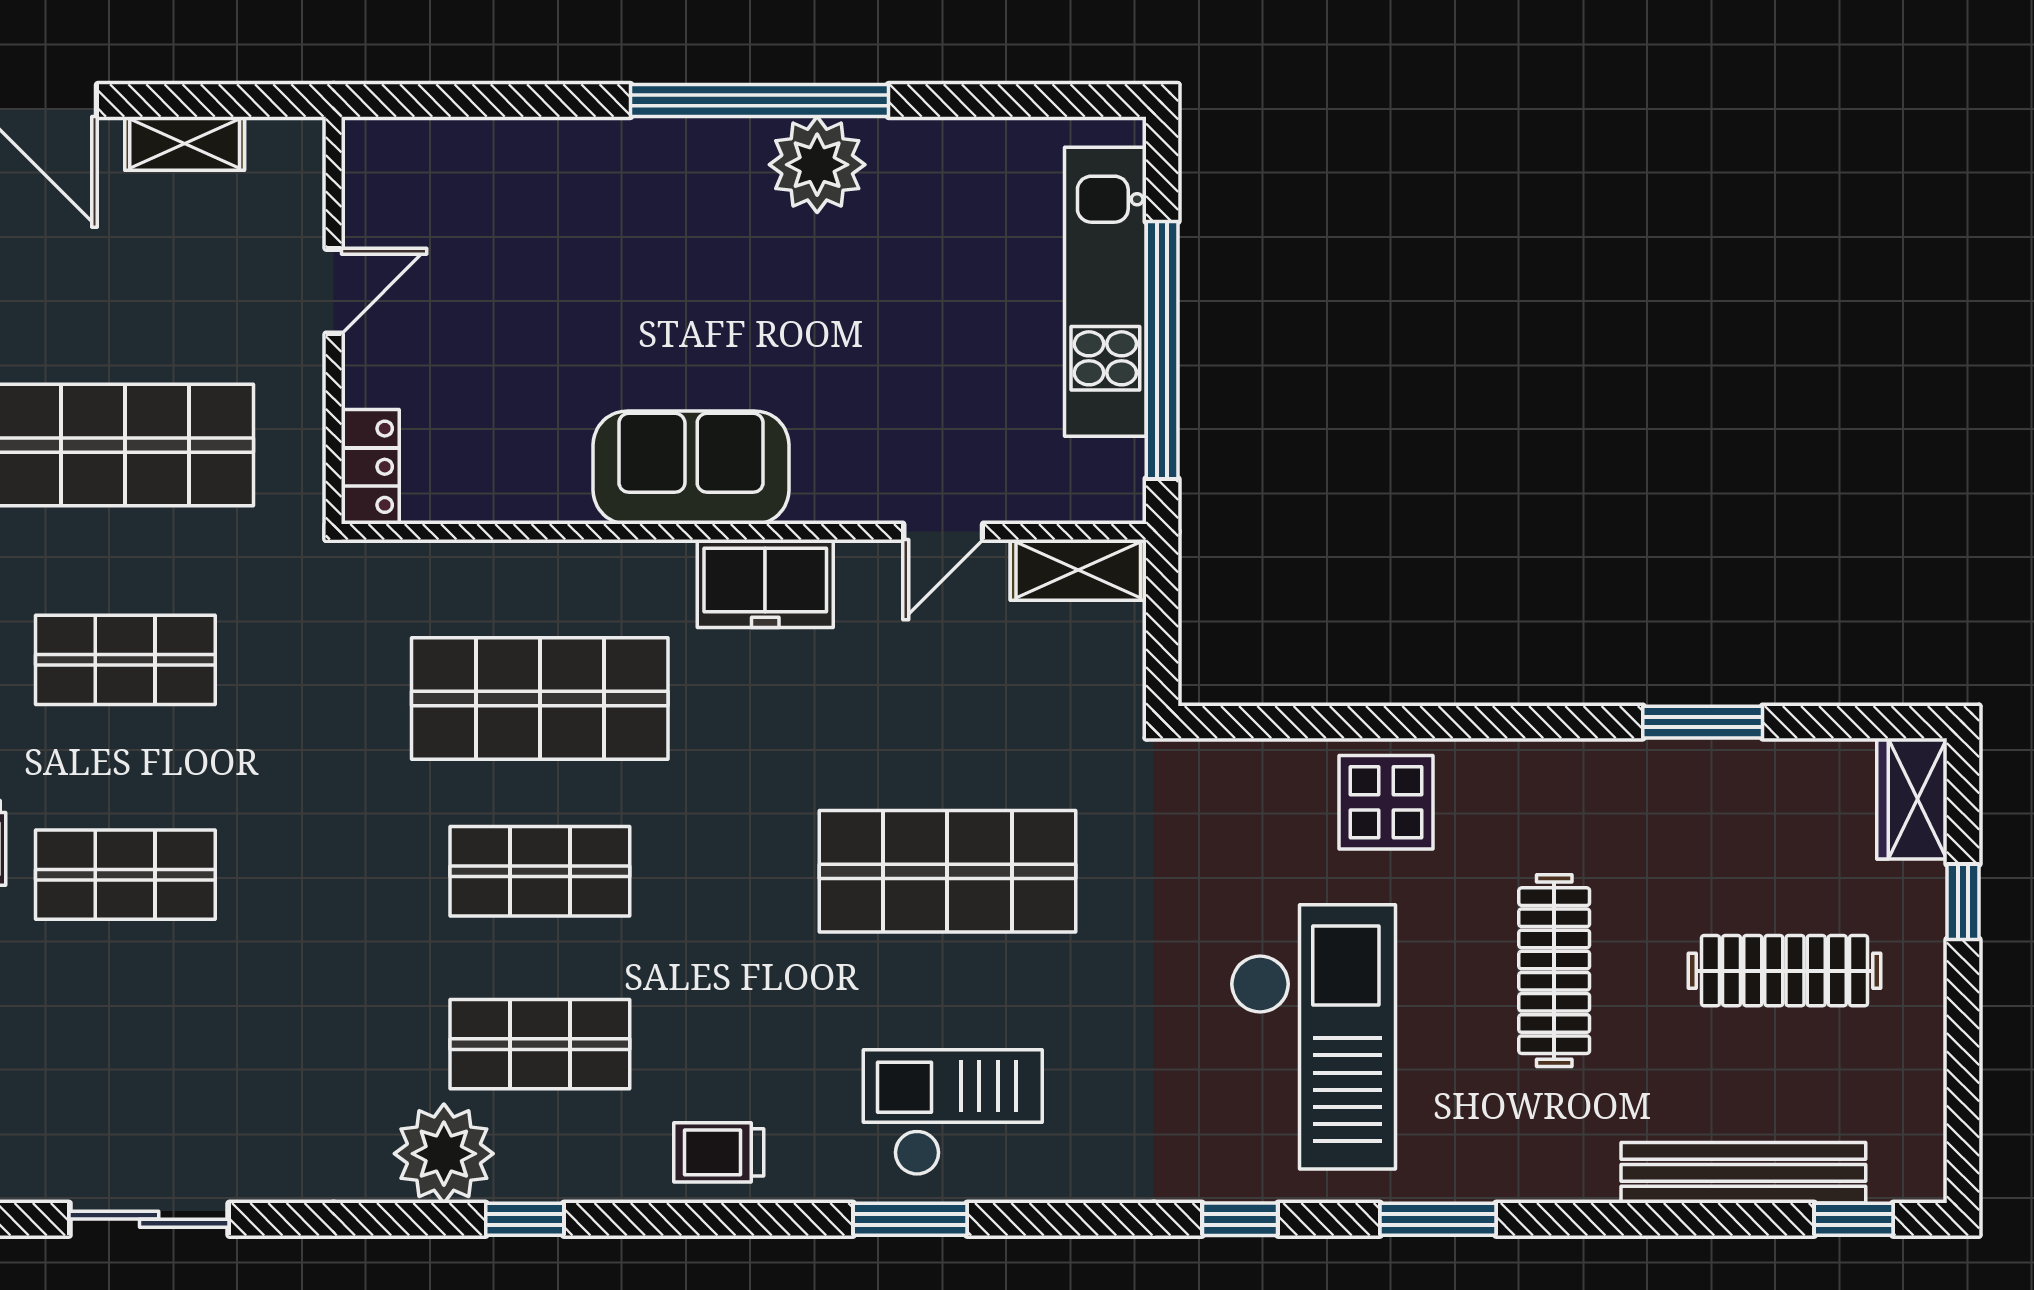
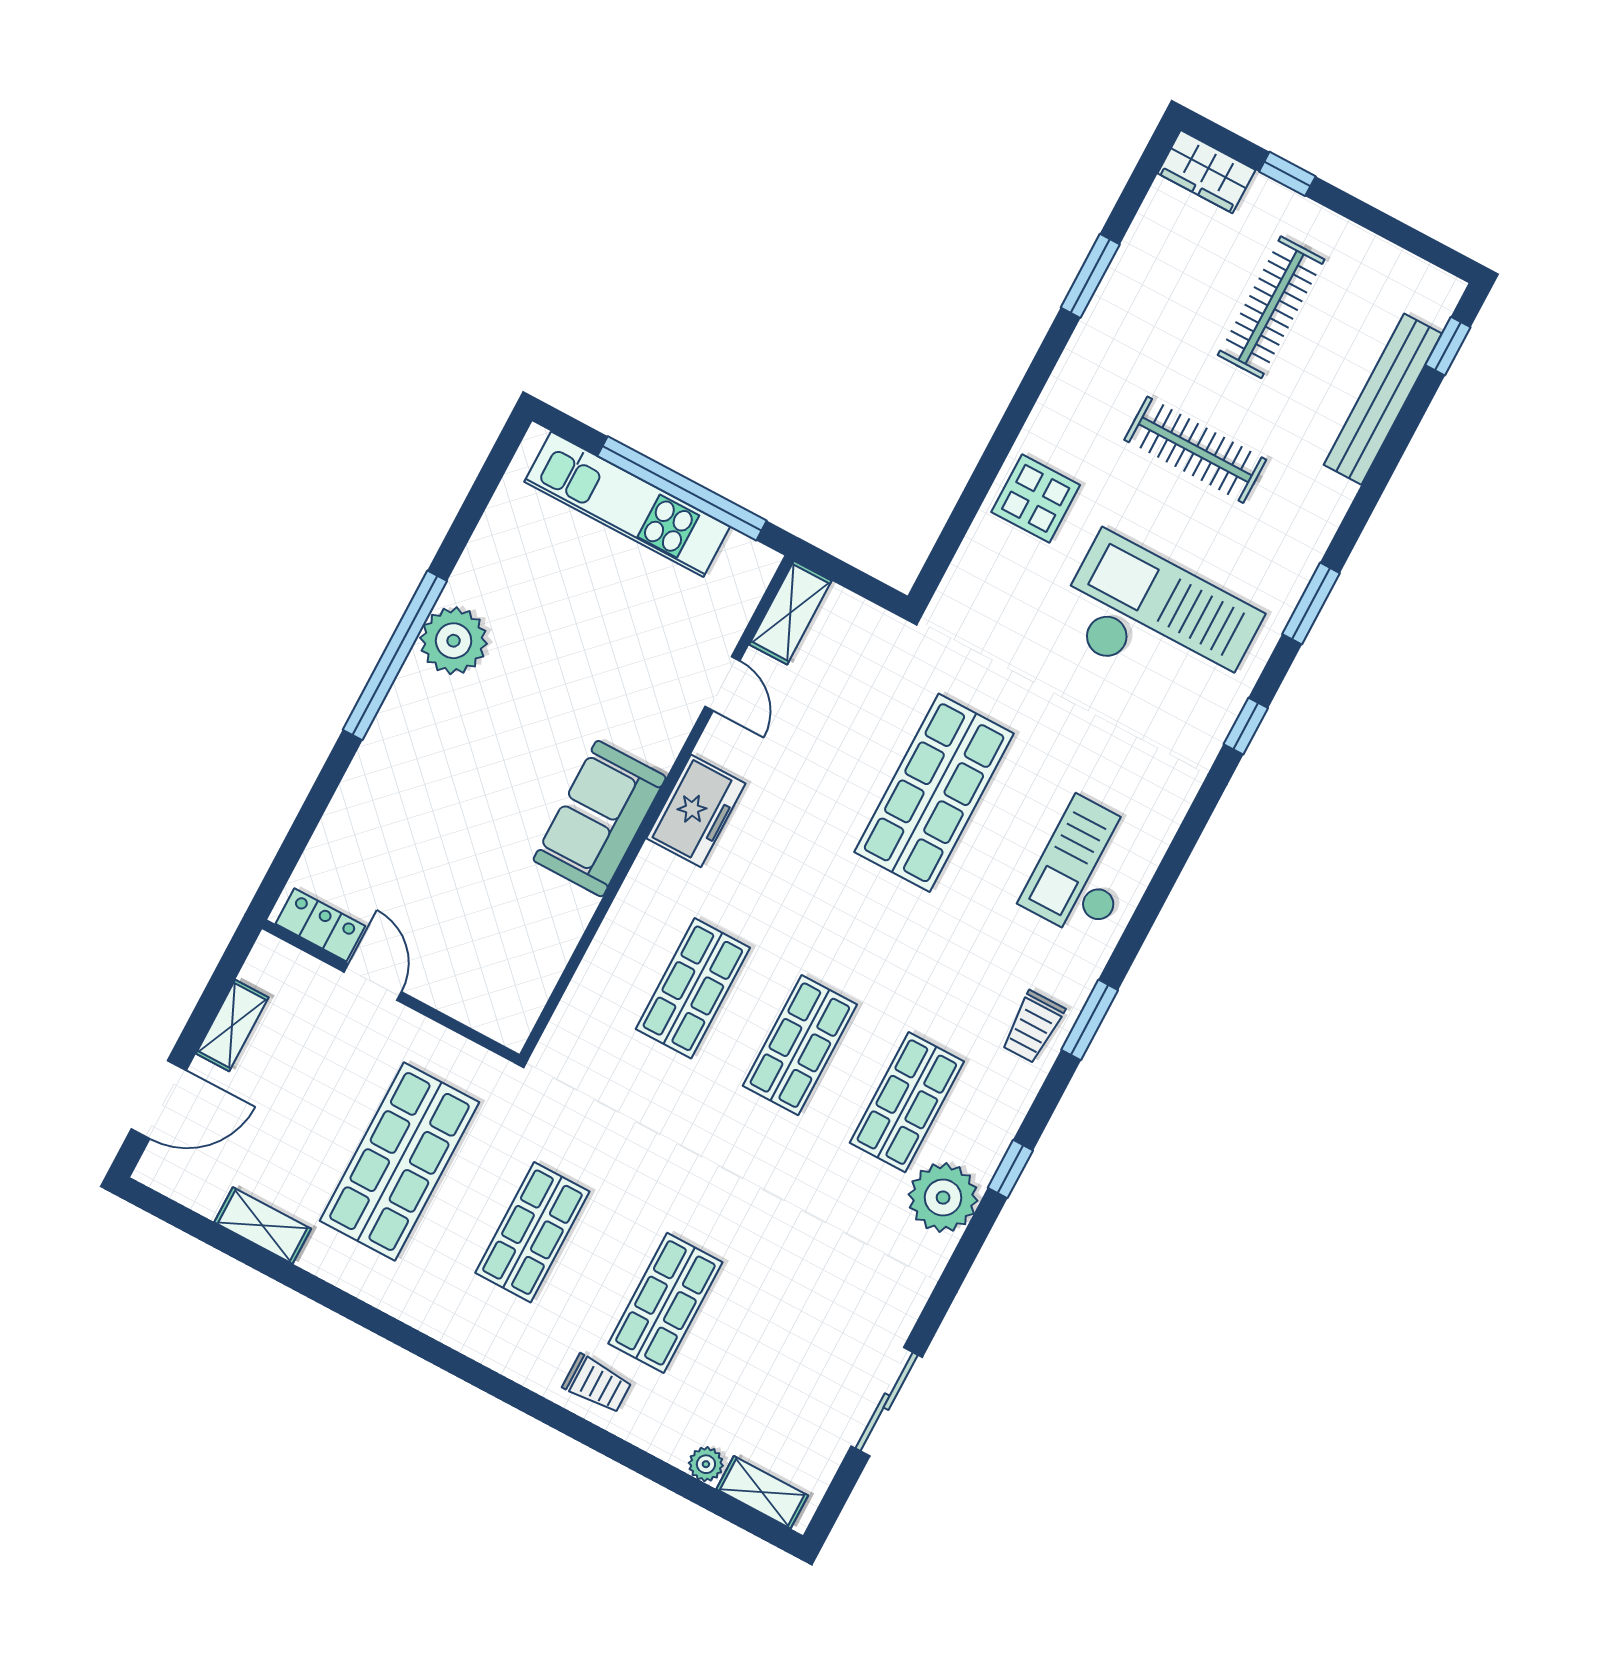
locker: (370, 467) -> (320, 925), moved
shop shelf: (540, 699) -> (693, 988), width x0.70, depth x0.74
window: (910, 1219) -> (1090, 1020), moved

